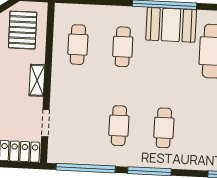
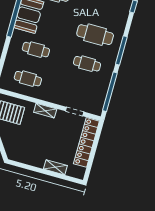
cafe table: (164, 128) -> (95, 35), width x1.37, depth x1.35

